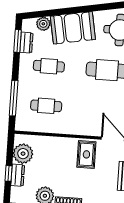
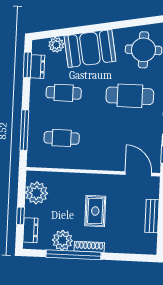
rug: (86, 154) -> (95, 211), moved
dresser: (18, 175) -> (30, 230), moved

